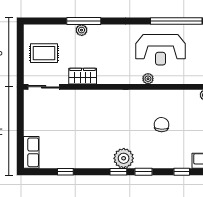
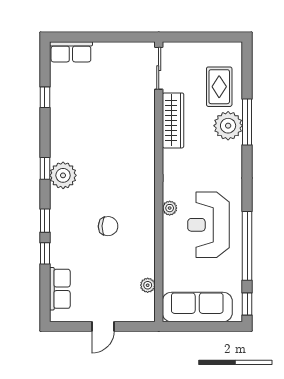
plant: (82, 30) -> (228, 126), width x1.88, depth x1.88
rug: (44, 53) -> (219, 87), moved
wardrobe: (83, 76) -> (173, 120), width x1.50
window: (143, 172) -> (45, 221), moved

